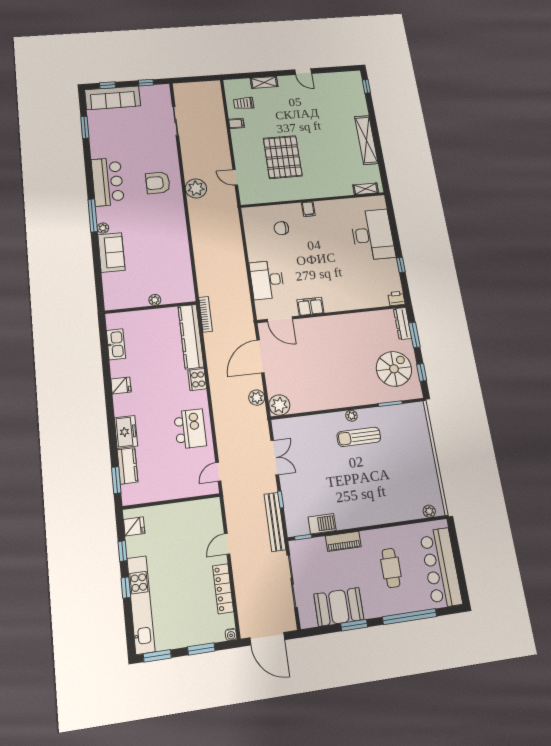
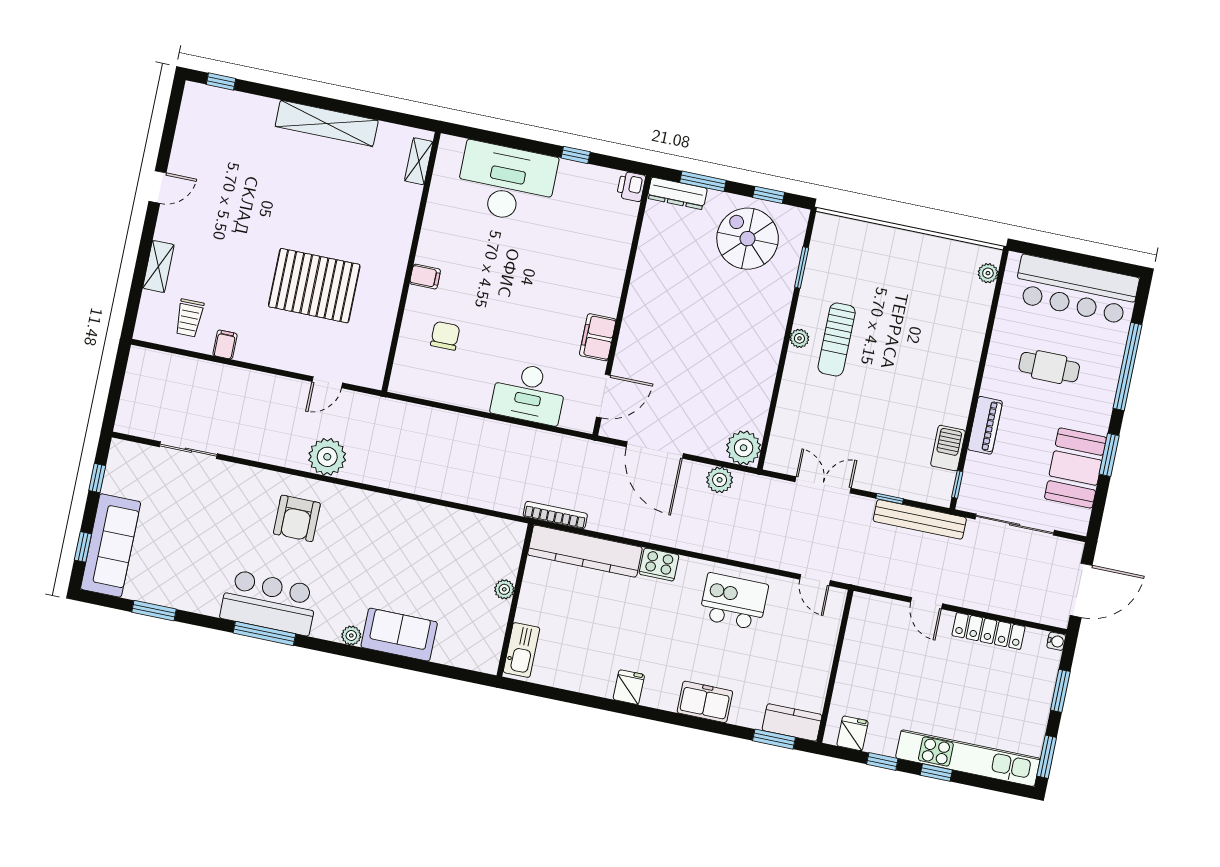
window: (93, 215) -> (264, 633), moved
chair: (281, 228) -> (445, 336), turned 180
kitchen sink: (116, 344) -> (522, 650), moved, turned 90
kitchen counter: (127, 466) -> (792, 722), moved

